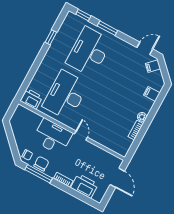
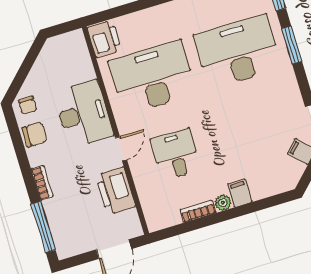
filing cabinet: (152, 94) -> (240, 193), moved
desk: (105, 116) -> (176, 154), added
window: (39, 174) -> (43, 227), moved
printer: (84, 186) -> (116, 191), moved, turned 180

